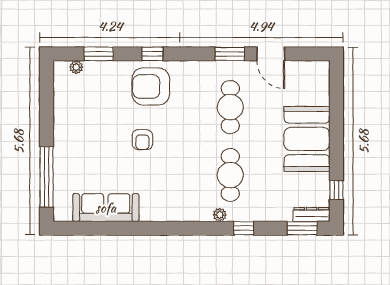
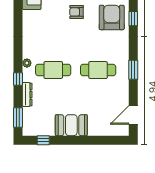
door: (271, 54) -> (133, 115), moved
booth: (307, 139) -> (71, 125), width x0.73, depth x0.70
dresser: (311, 214) -> (27, 94), moved

